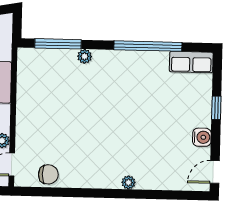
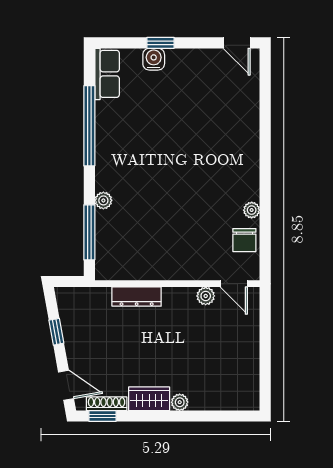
water cooler: (202, 137) -> (154, 59), moved
chair: (48, 174) -> (244, 240), turned 180
plant: (128, 182) -> (252, 210), moved

